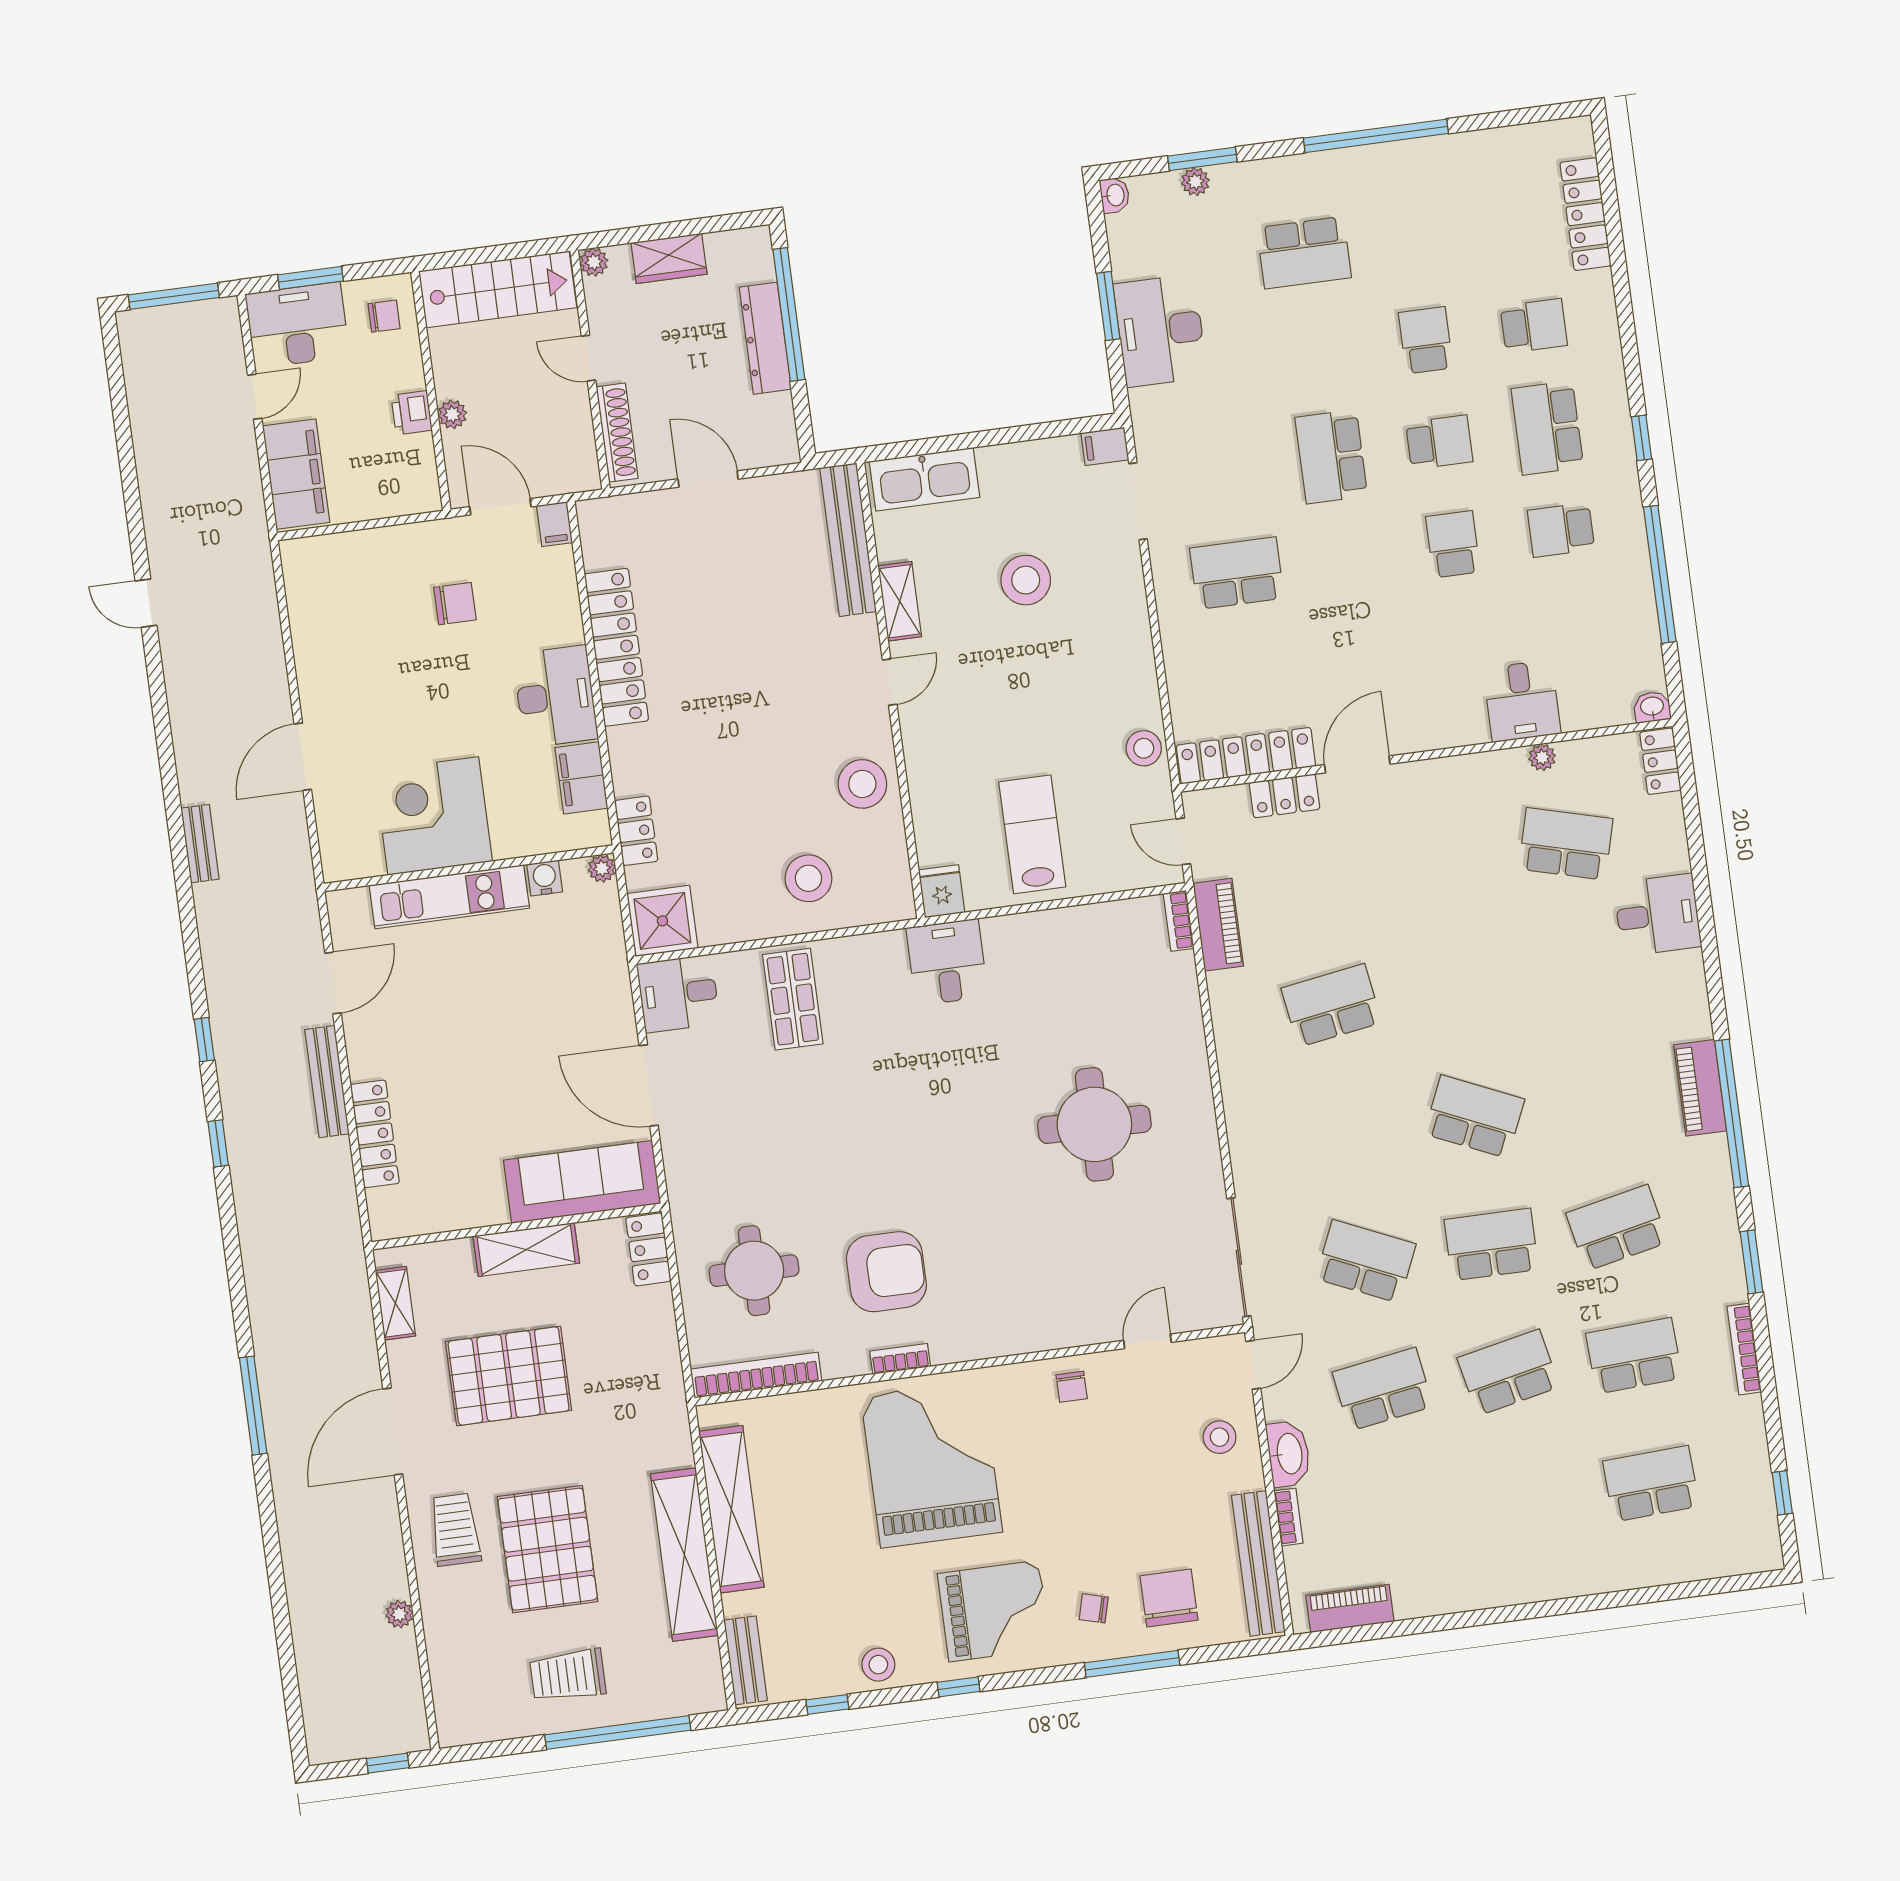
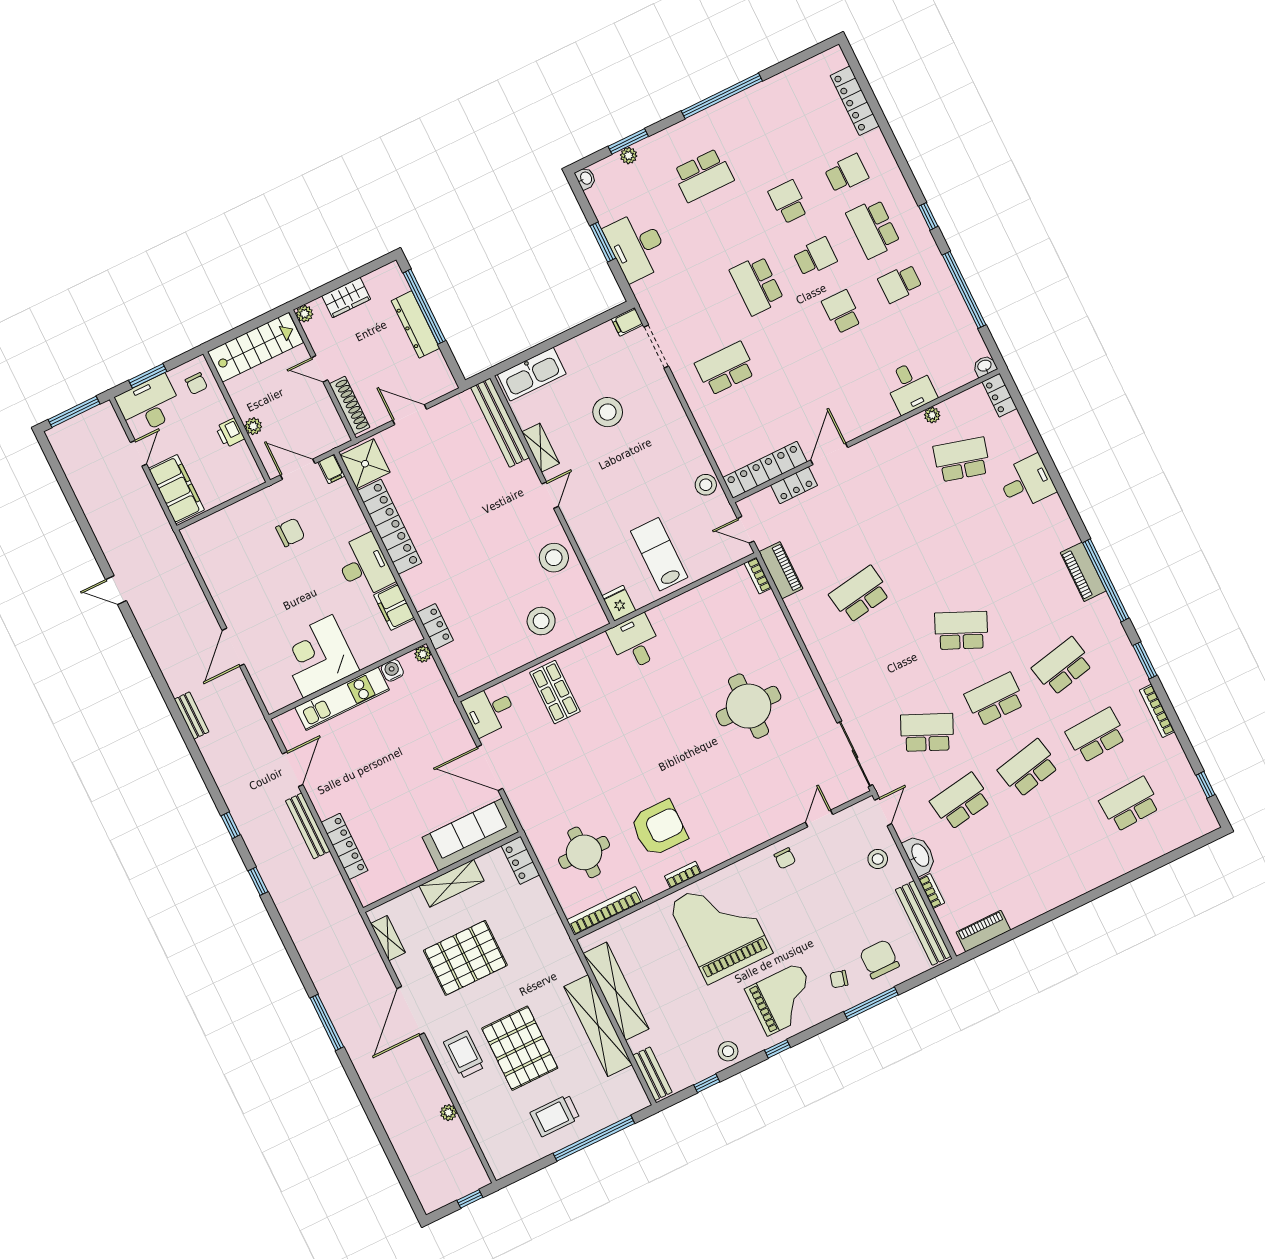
chair: (384, 316) -> (196, 384), turned 90
shower: (662, 921) -> (365, 464), moved

